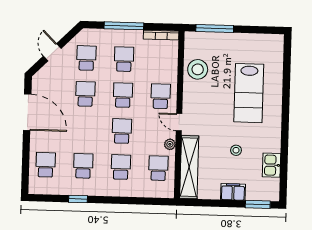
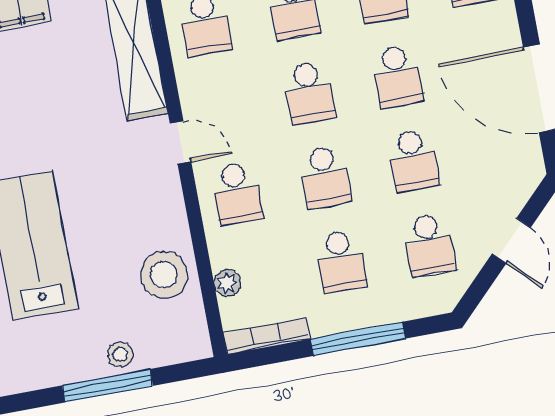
window: (215, 29) -> (108, 386), moved
school desk: (84, 130) -> (397, 76), added
plant: (170, 144) -> (227, 283), moved
stool: (236, 150) -> (120, 355), moved

